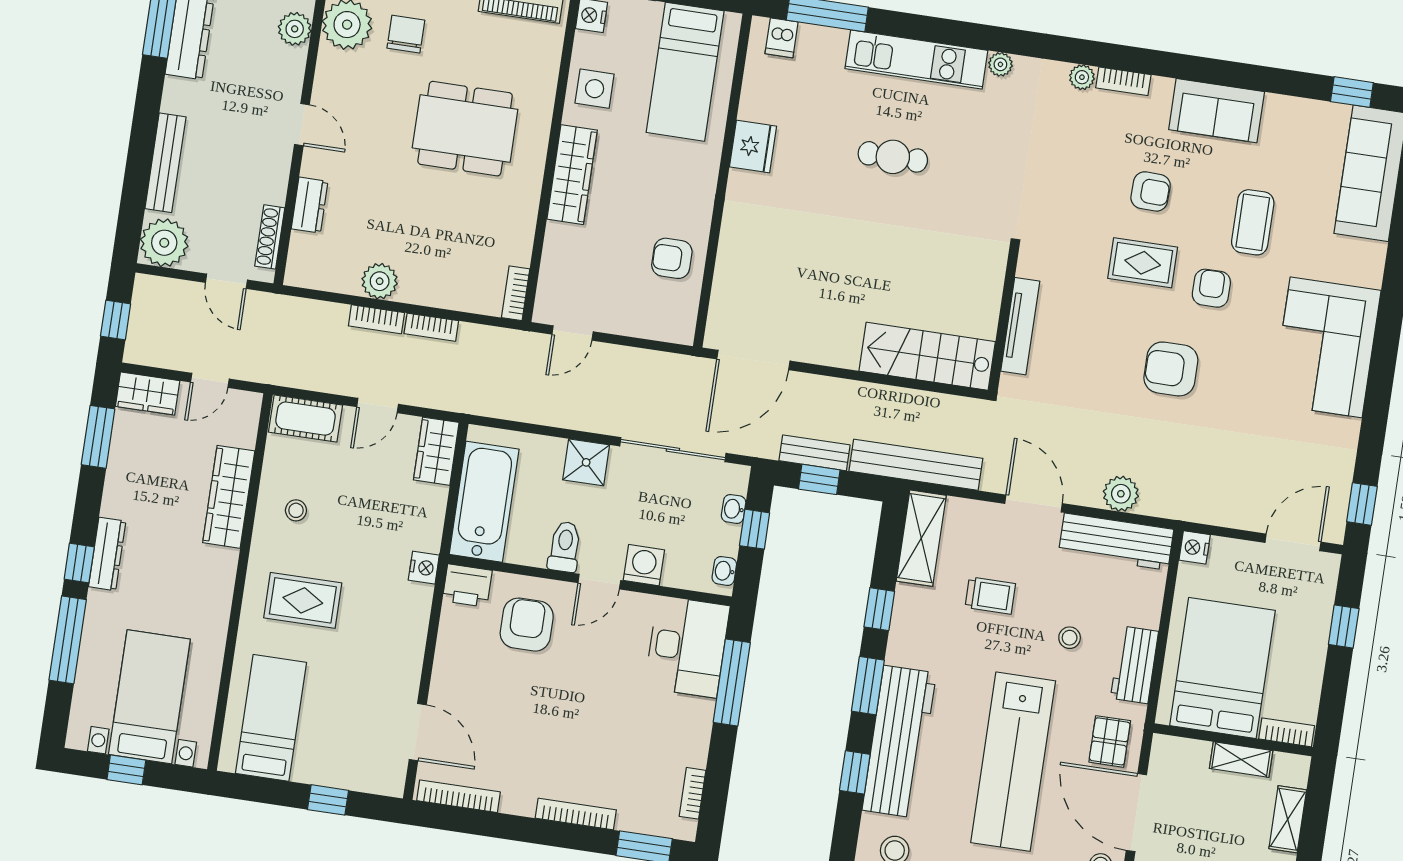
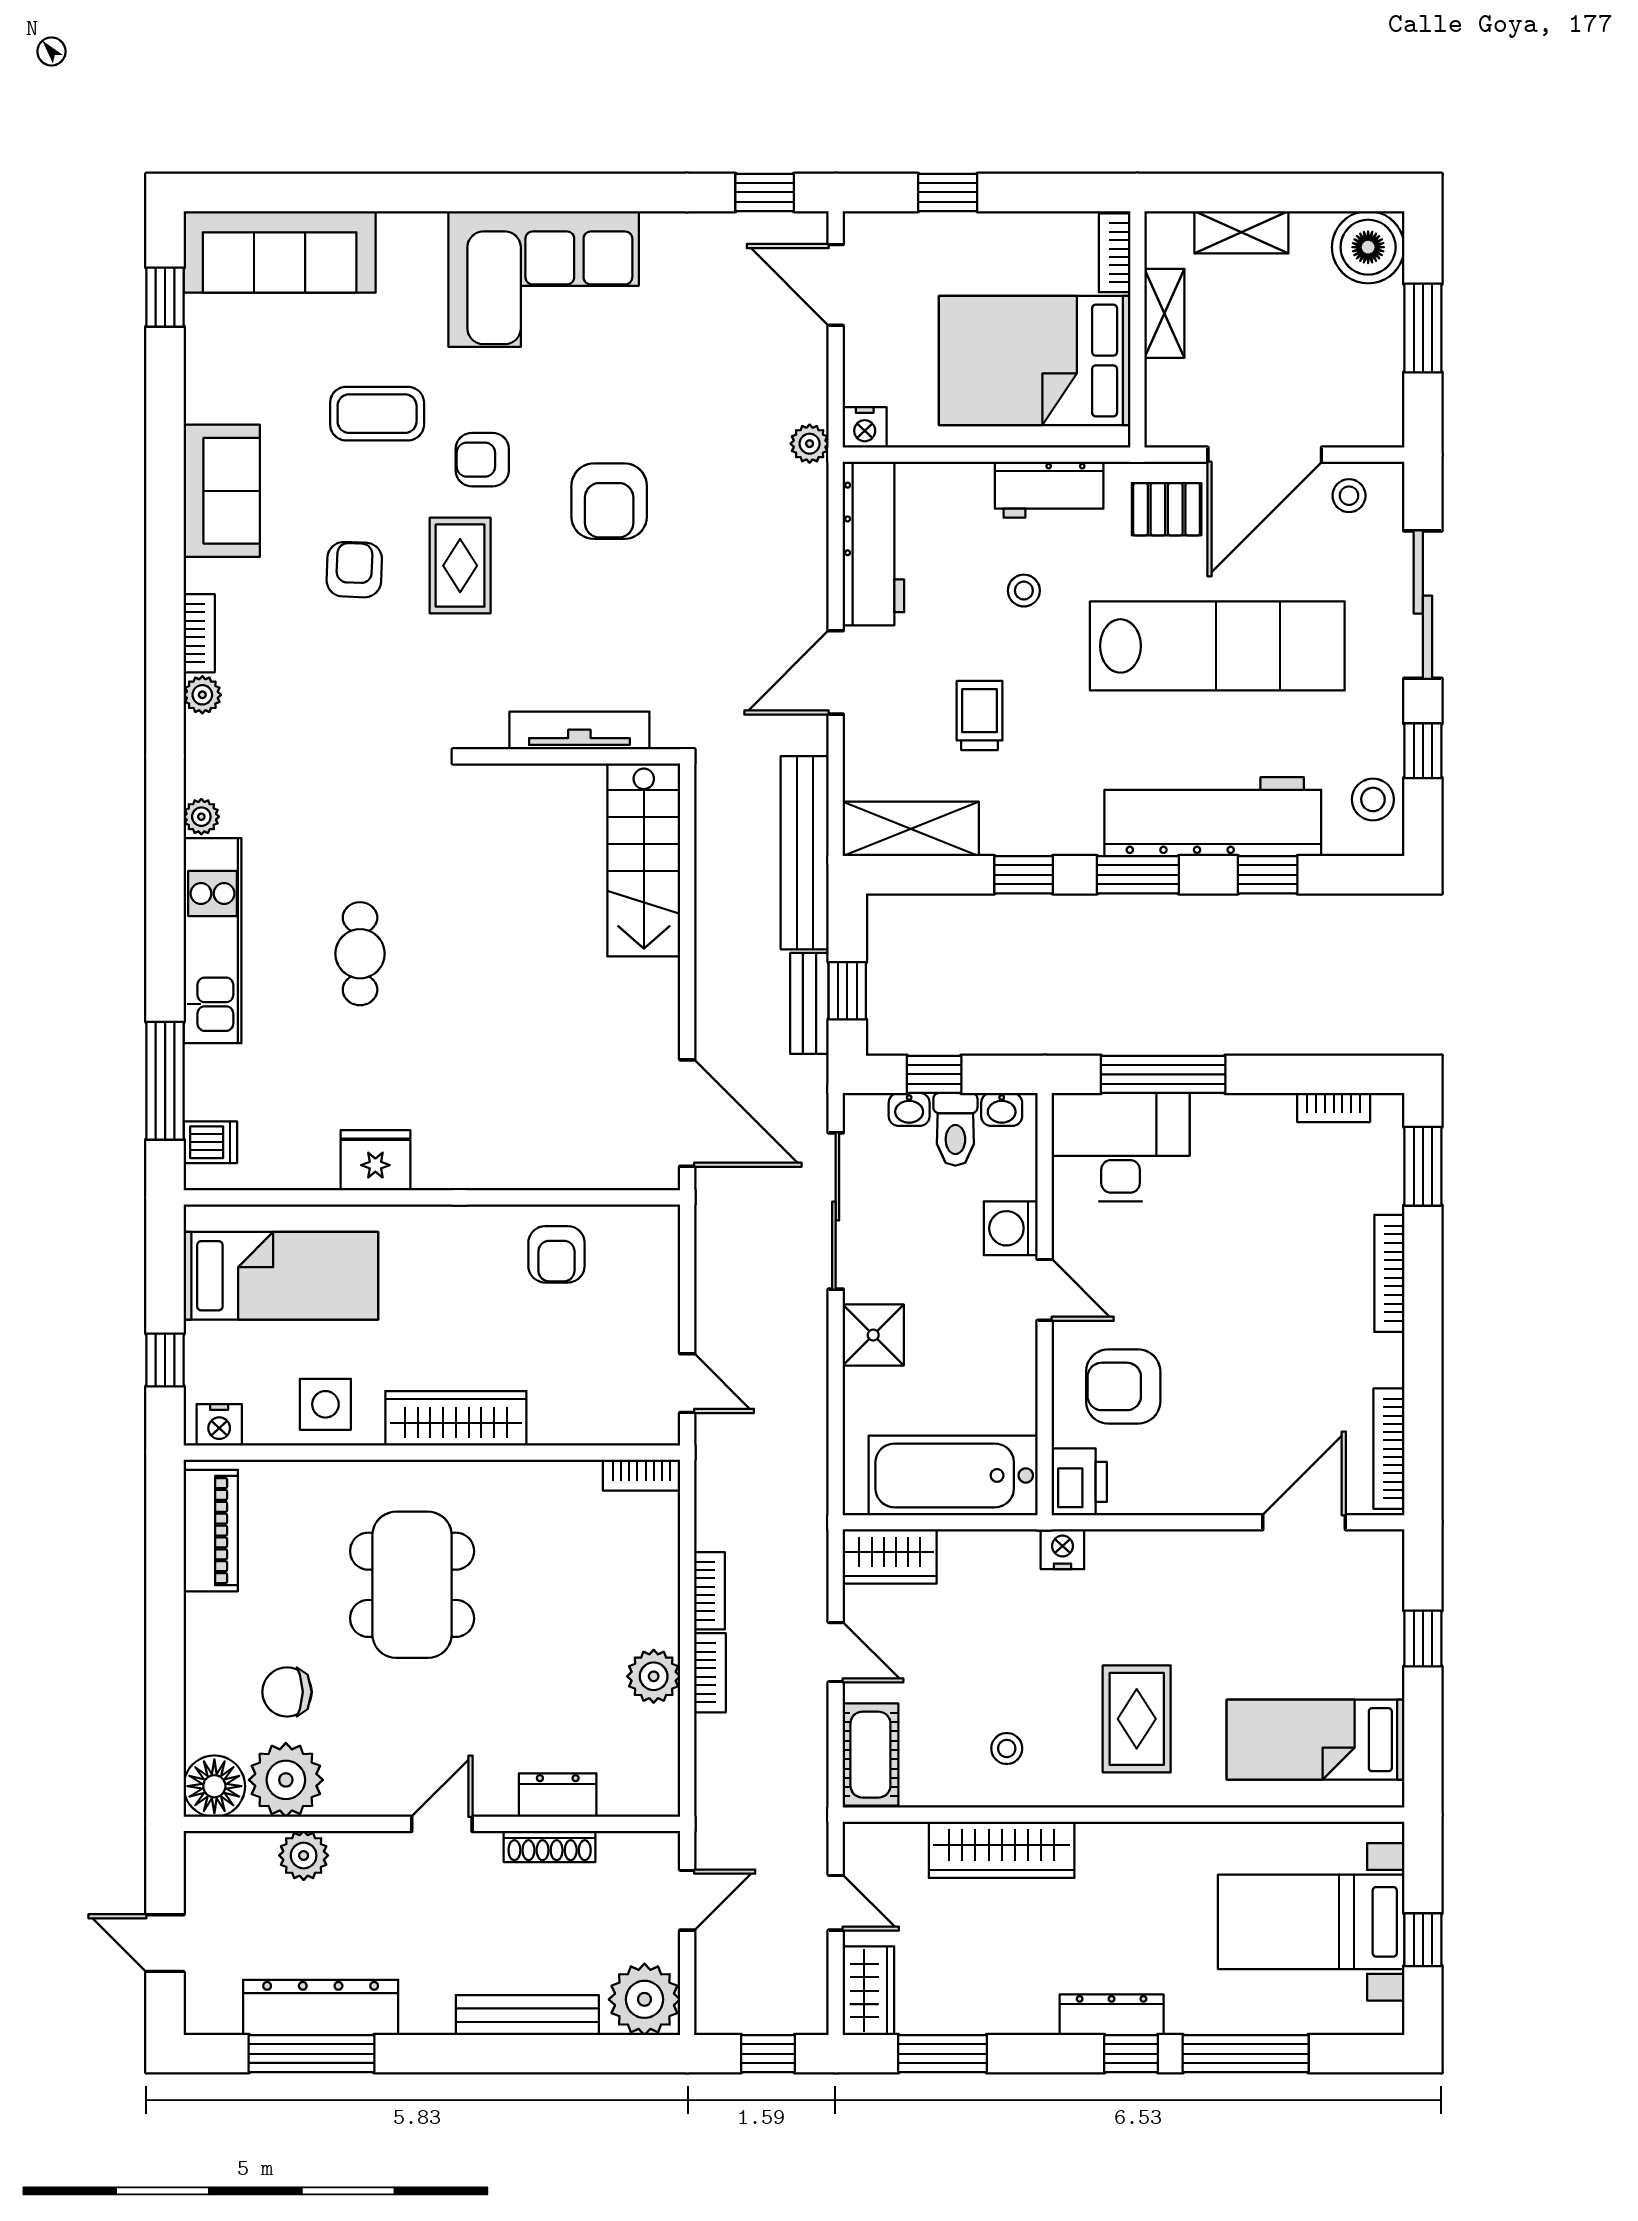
shoe rack: (270, 237) -> (550, 1846), moved
plant: (1121, 494) -> (810, 444), moved, width x0.73, depth x0.73
toilet: (565, 547) -> (955, 1129), moved, turned -90

